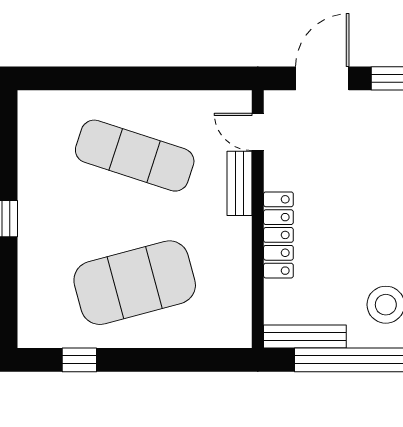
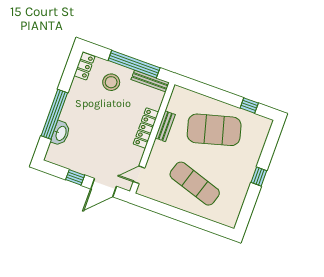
door: (258, 132) -> (139, 175), swing flipped
bench: (240, 183) -> (165, 126), moved

